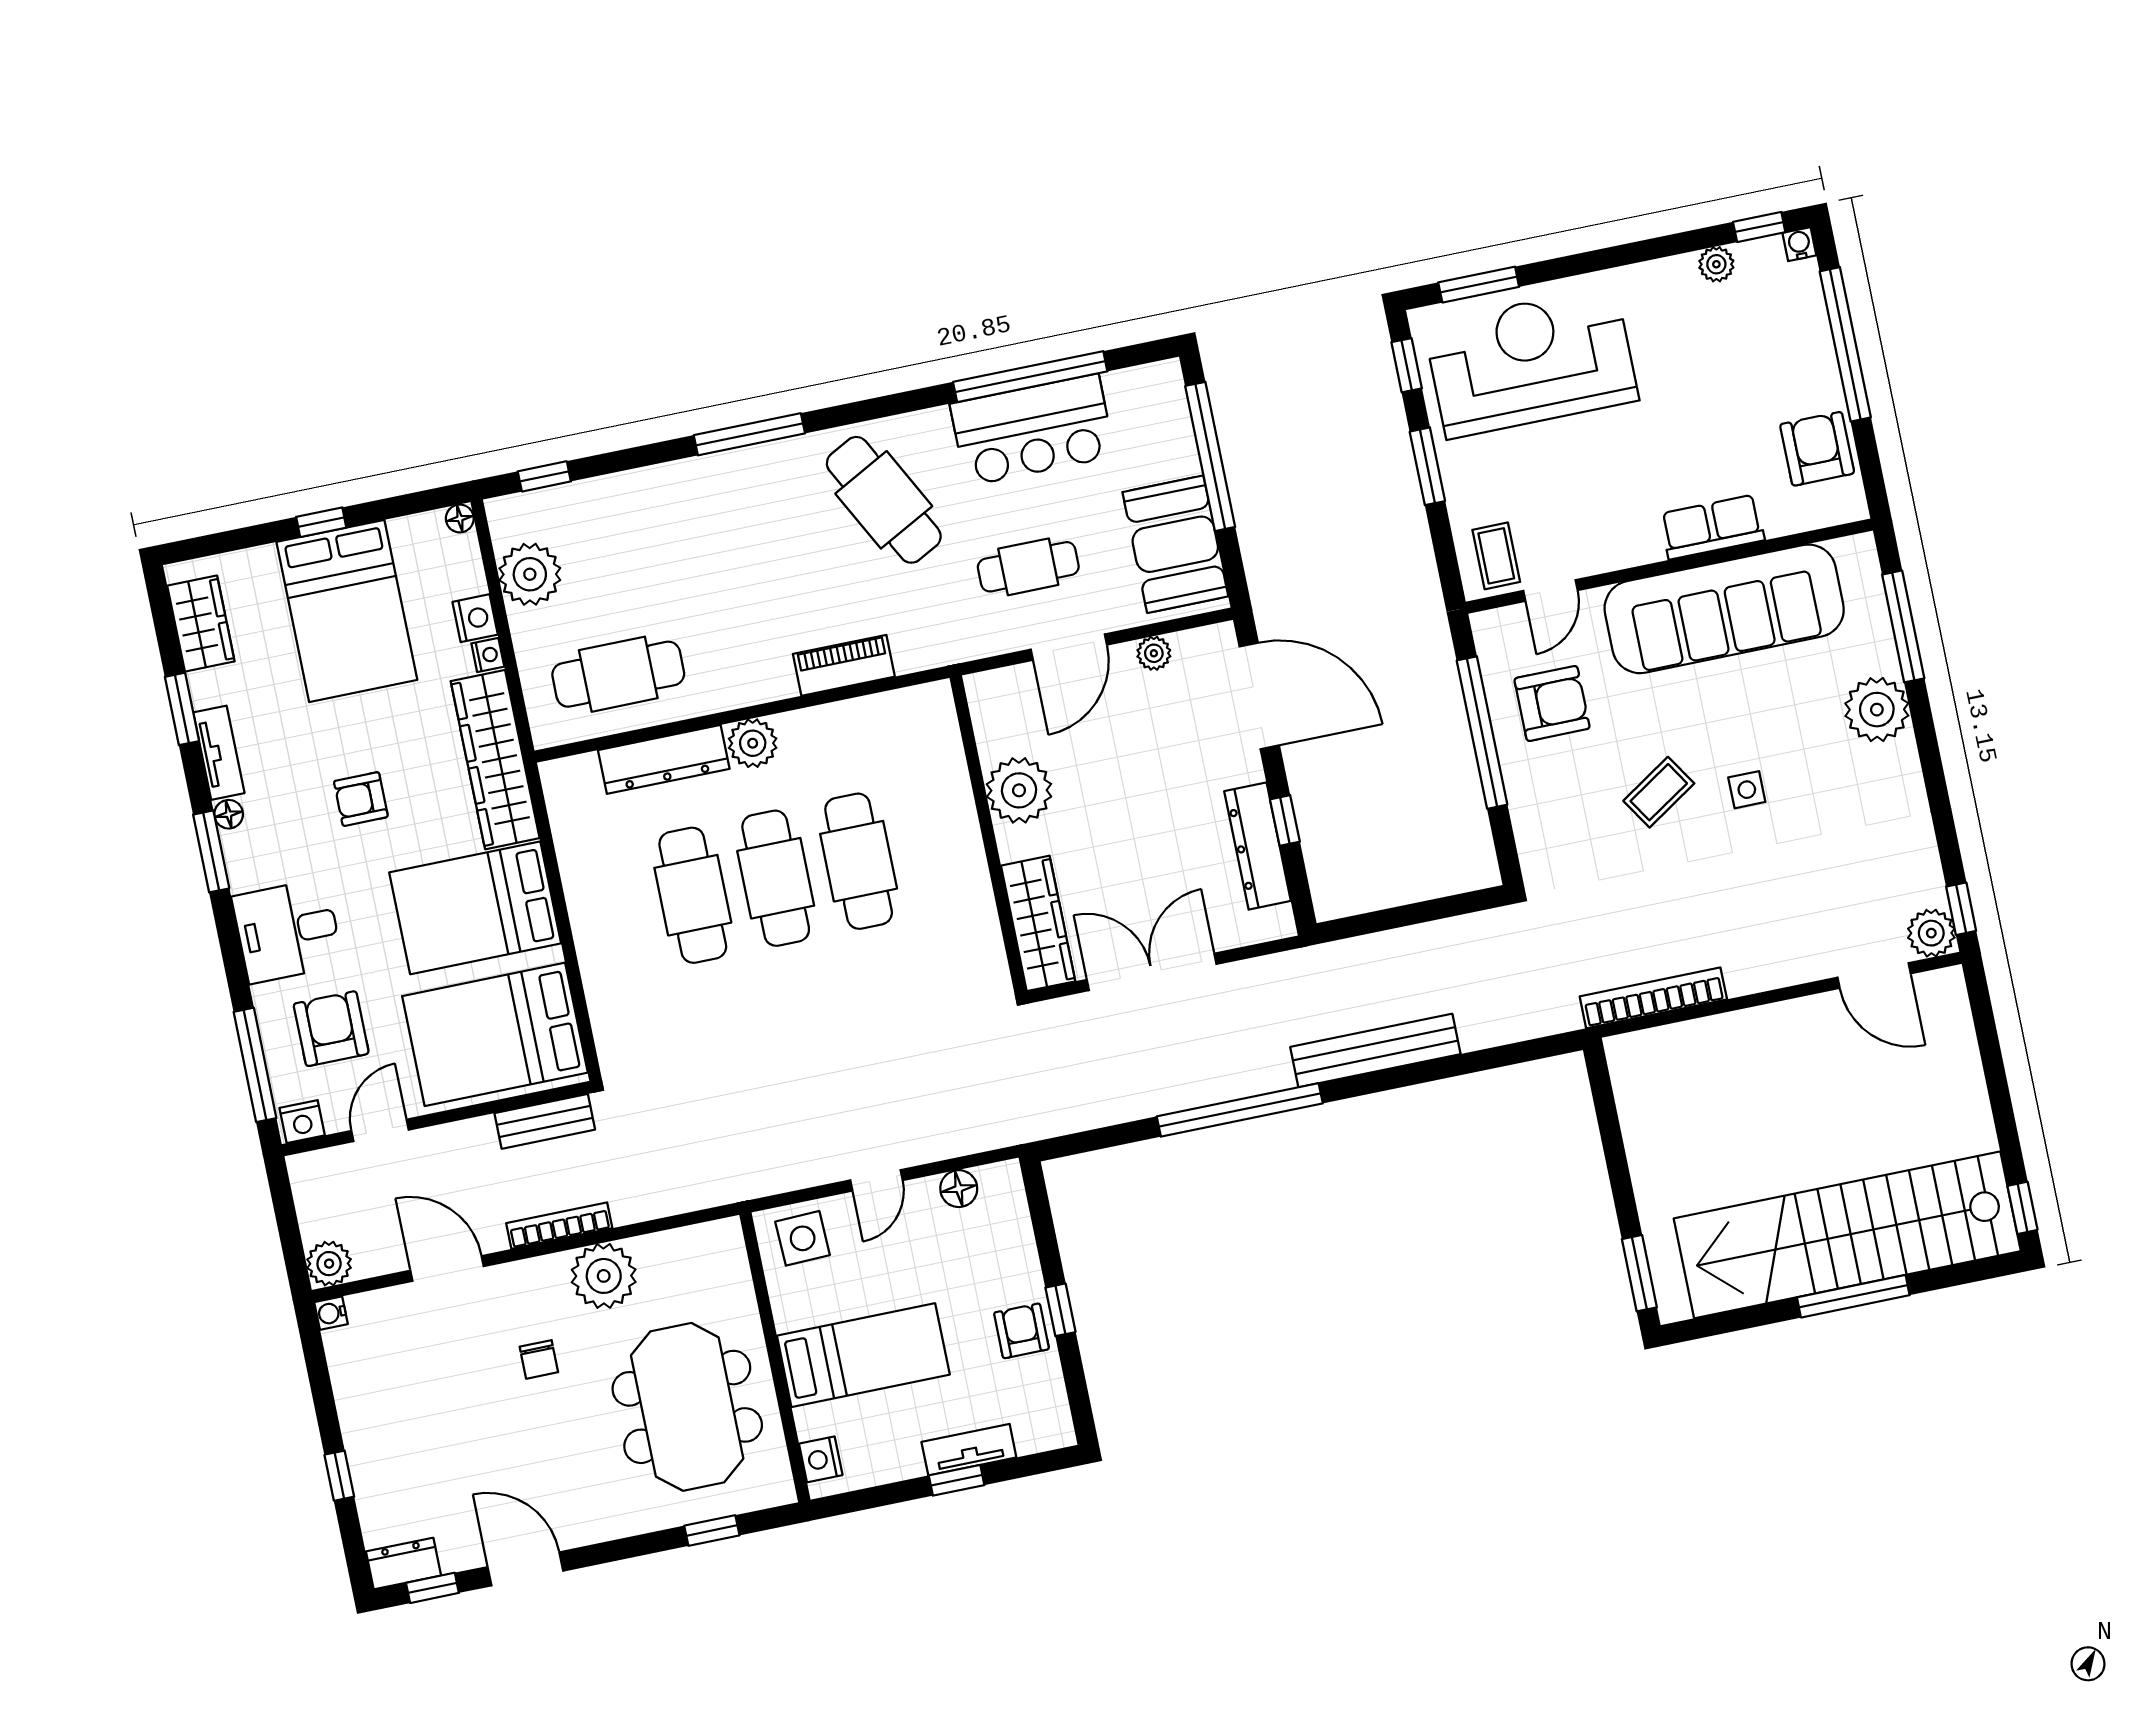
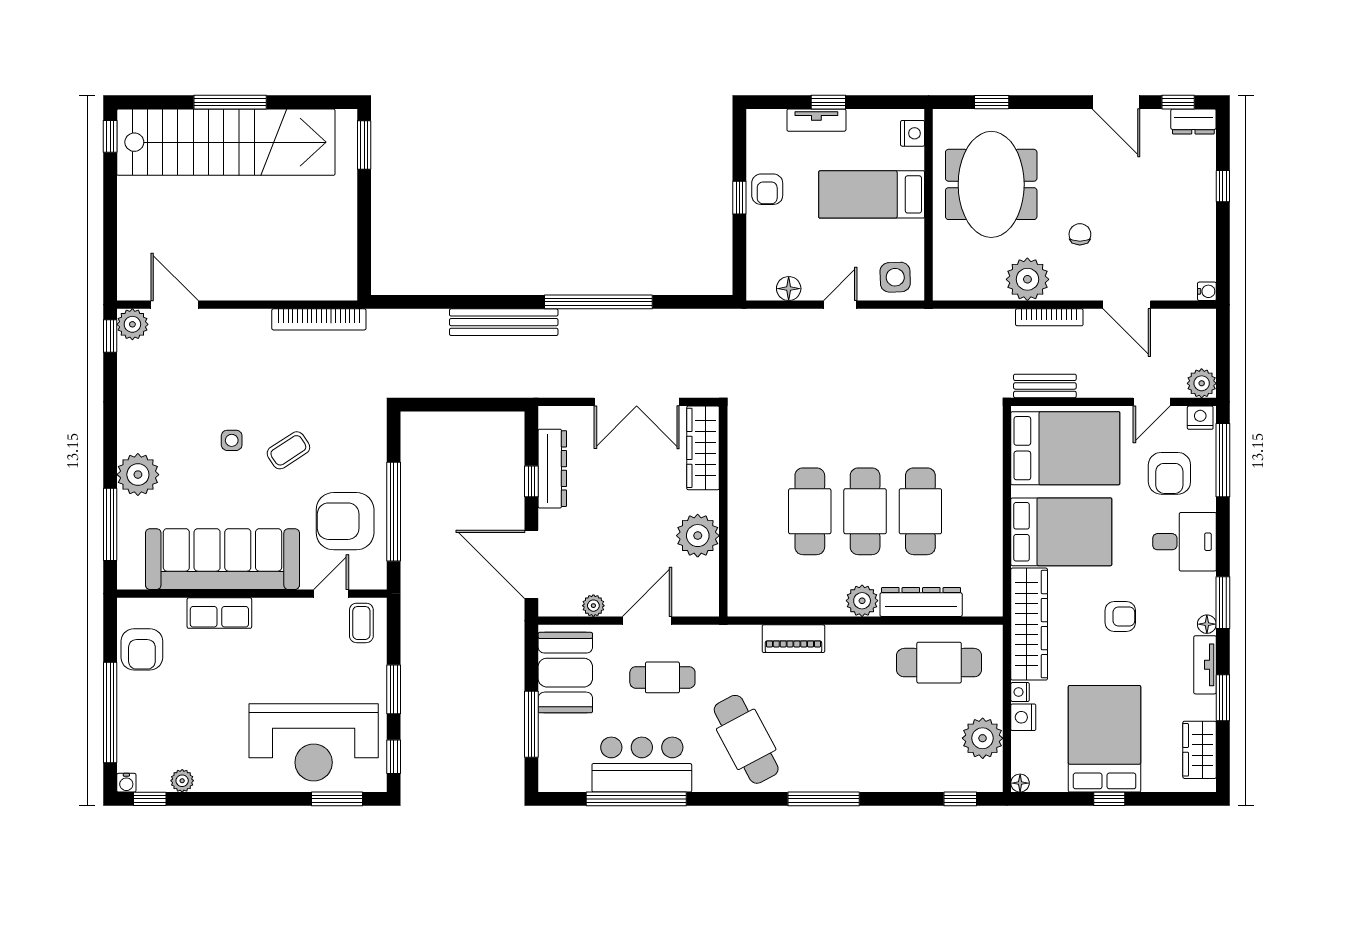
window: (1210, 456) -> (531, 724), width x0.68
armchair: (1552, 703) -> (345, 521), width x1.36, depth x1.36
plant: (329, 1264) -> (1202, 383), moved

